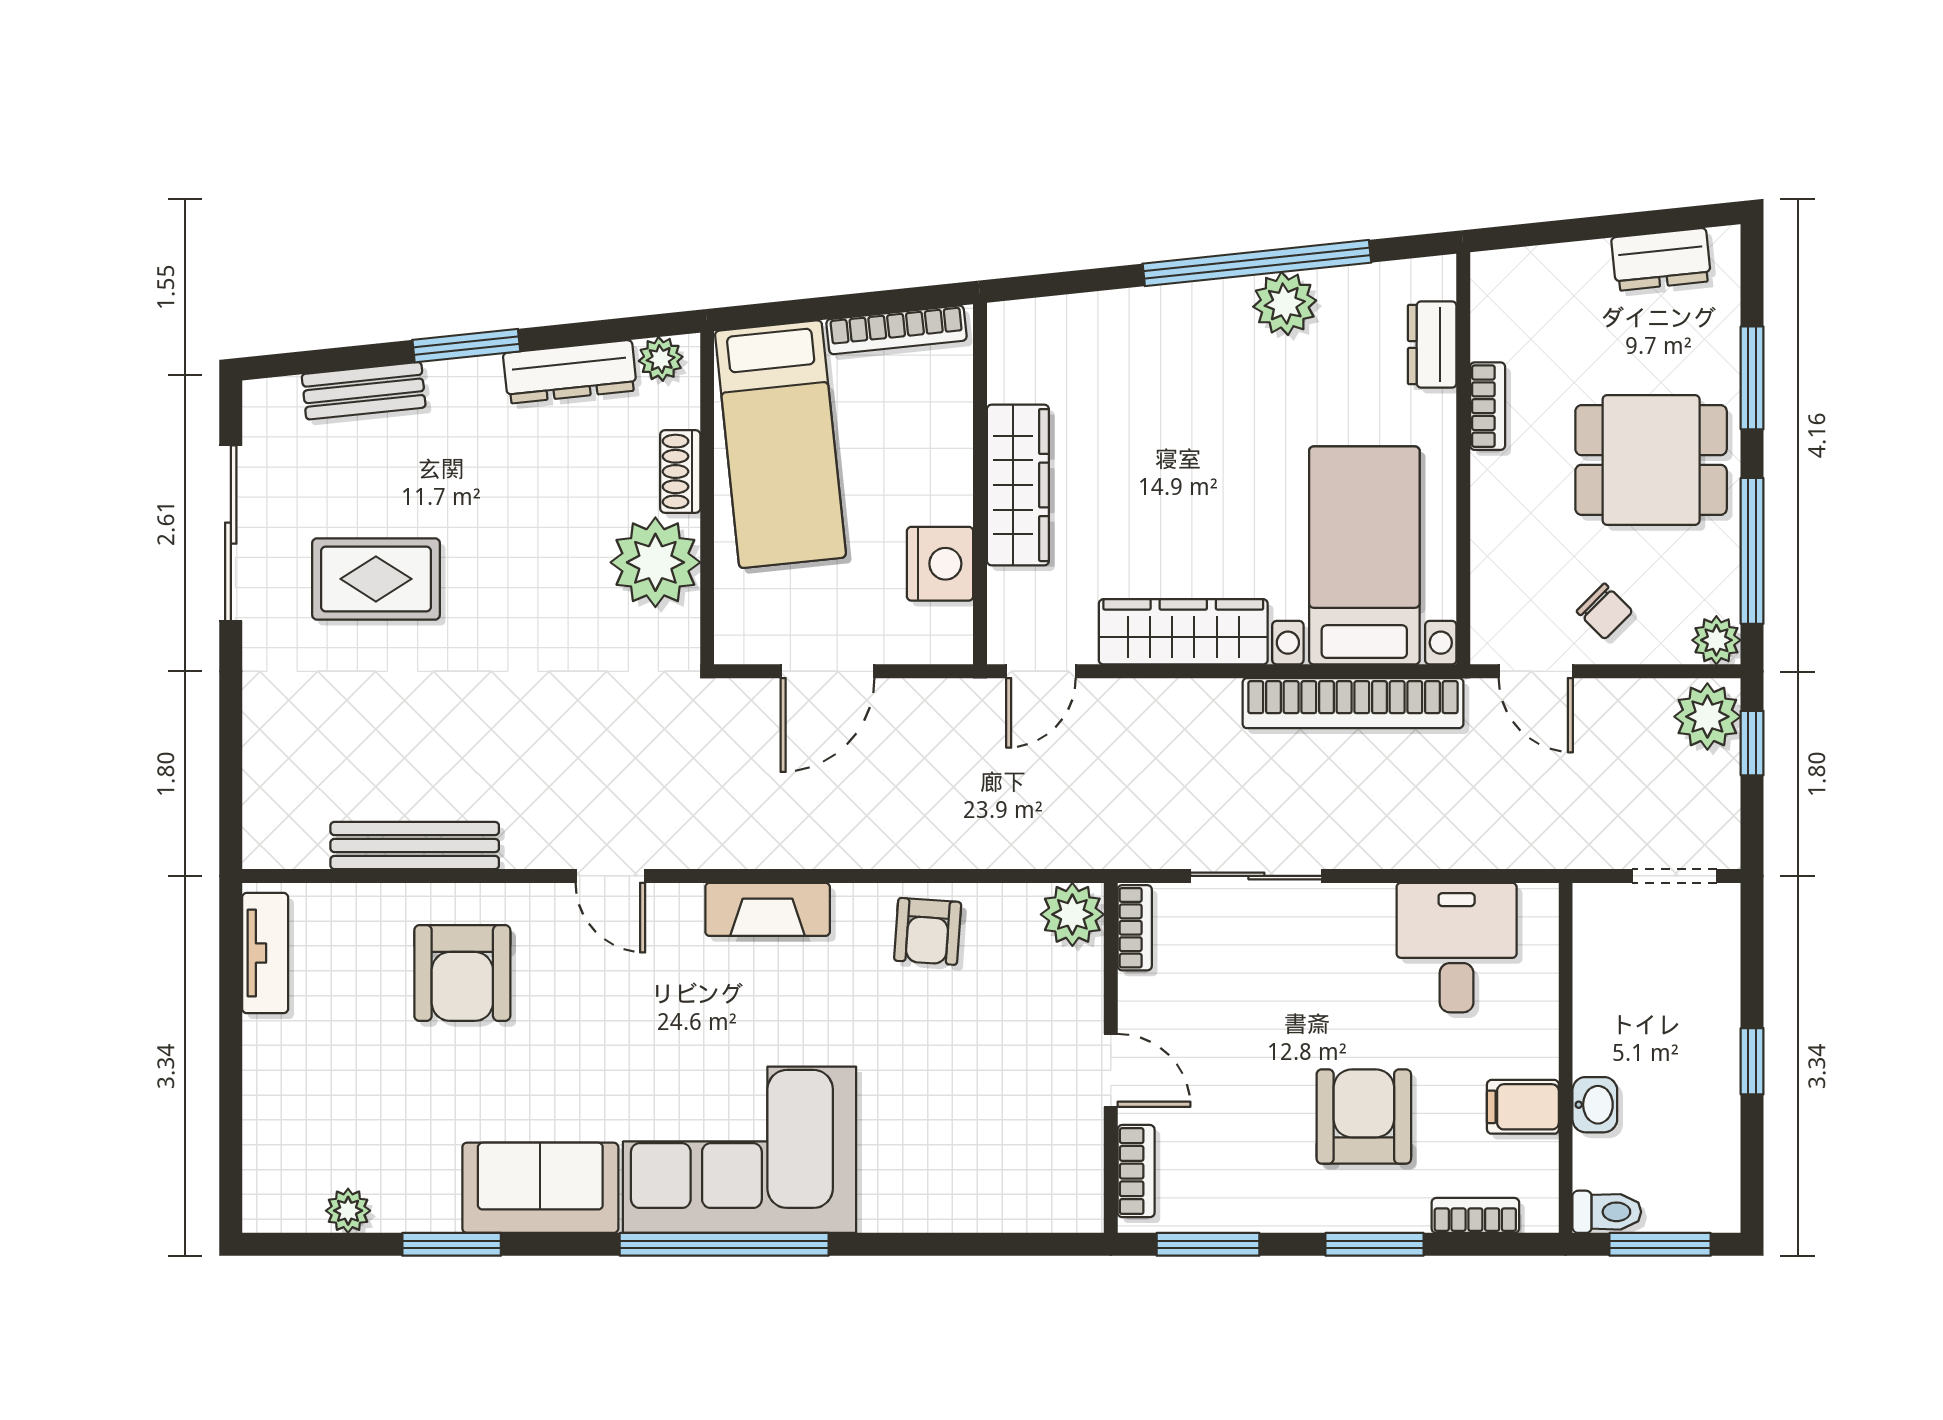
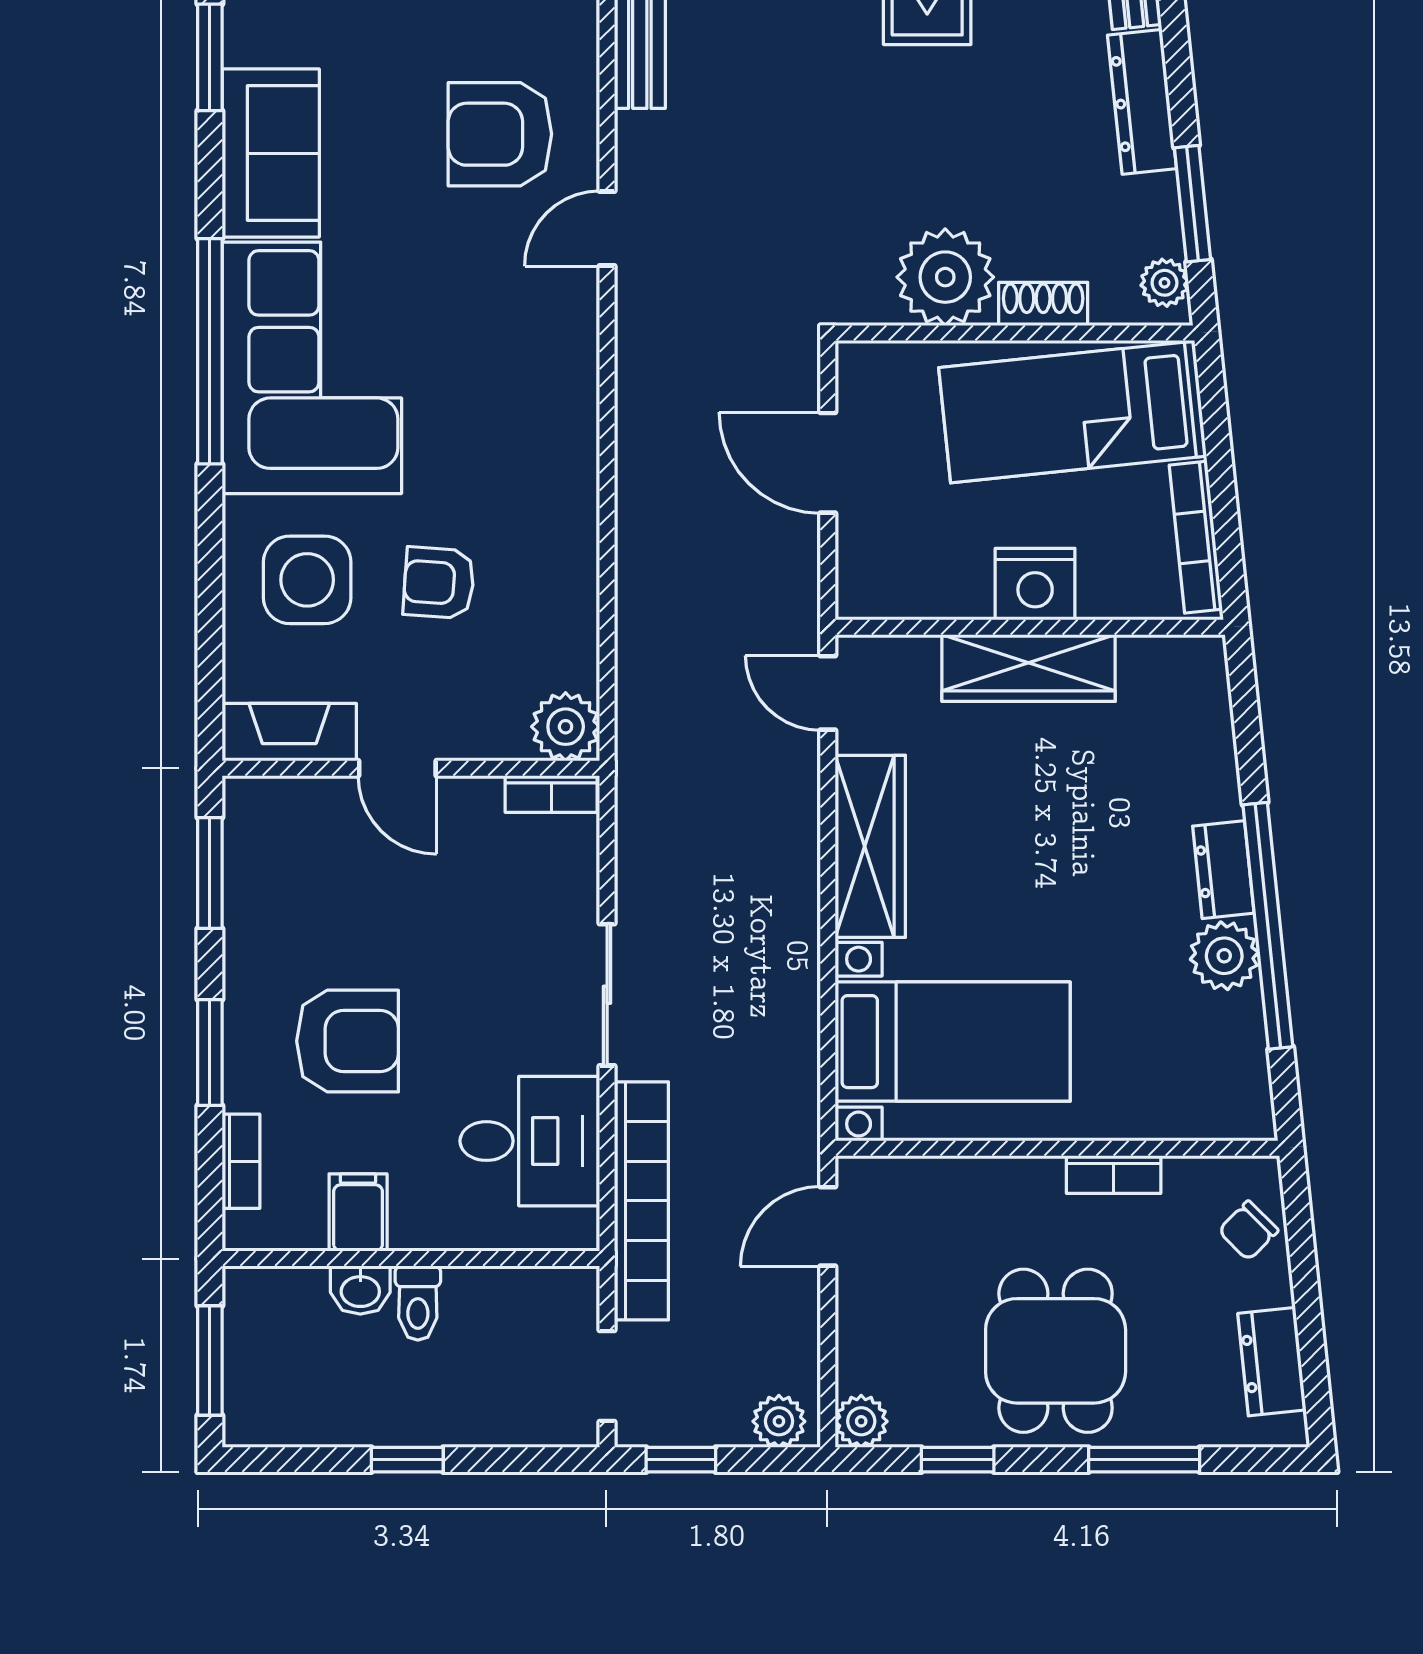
dresser: (1432, 345) -> (1223, 870), moved, turned -96
window: (466, 346) -> (1193, 204), moved
dresser: (570, 372) -> (1142, 102), moved
window: (1752, 551) -> (958, 1460), width x0.46
nightstand: (940, 564) -> (1035, 584), moved
chair: (1605, 611) -> (1248, 1231), moved
bookcase: (1353, 703) -> (641, 1201), moved, turned 180
plant: (1707, 717) -> (779, 1421), width x0.73, depth x0.73
window: (1752, 743) -> (681, 1460), moved
sliding door: (1256, 876) -> (607, 995), moved
fireplace: (768, 909) -> (289, 732), moved, turned 90
armchair: (928, 931) -> (439, 583), moved
armchair: (462, 973) -> (500, 134), moved
door: (1111, 1070) -> (397, 768), hinge flipped
side table: (936, 1154) -> (307, 580), added
bookcase: (1136, 1171) -> (289, 795), removed
toilet: (1607, 1212) -> (418, 1303), moved

